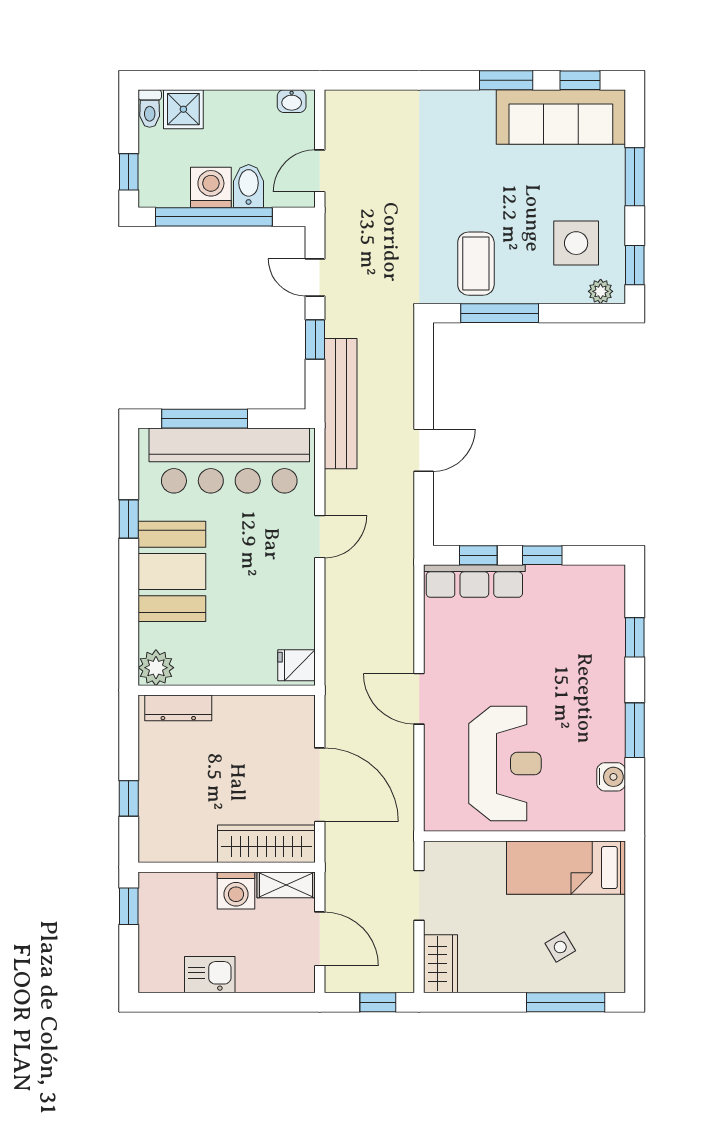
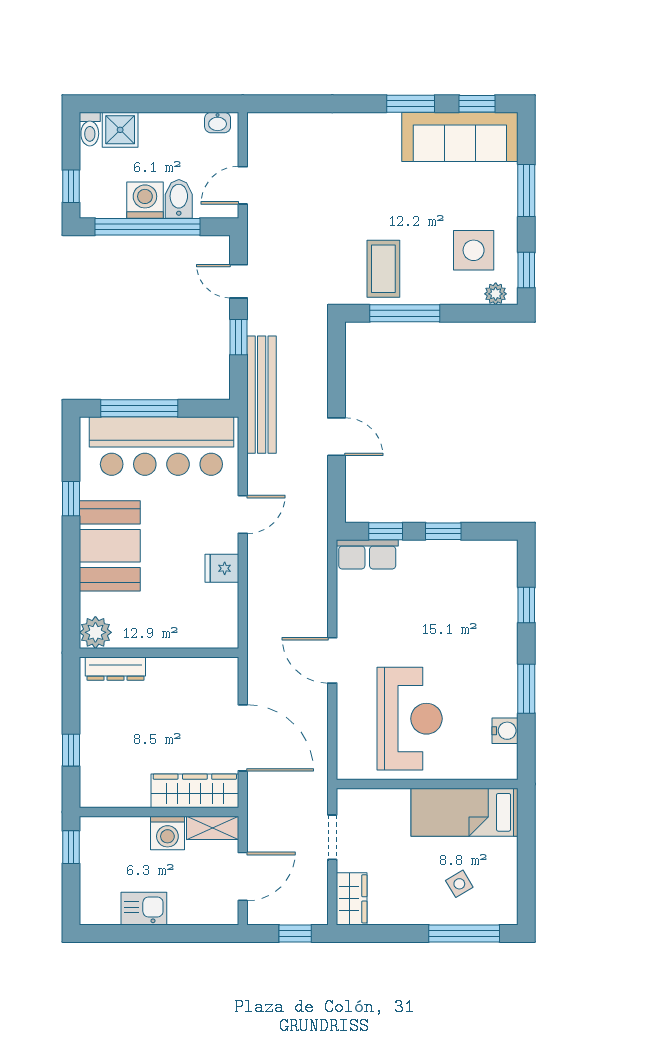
door: (424, 450) -> (336, 437), hinge flipped
row of seats: (474, 581) -> (367, 554), width x0.68
fridge: (296, 665) -> (222, 568), moved
door: (320, 939) -> (243, 876), hinge flipped

